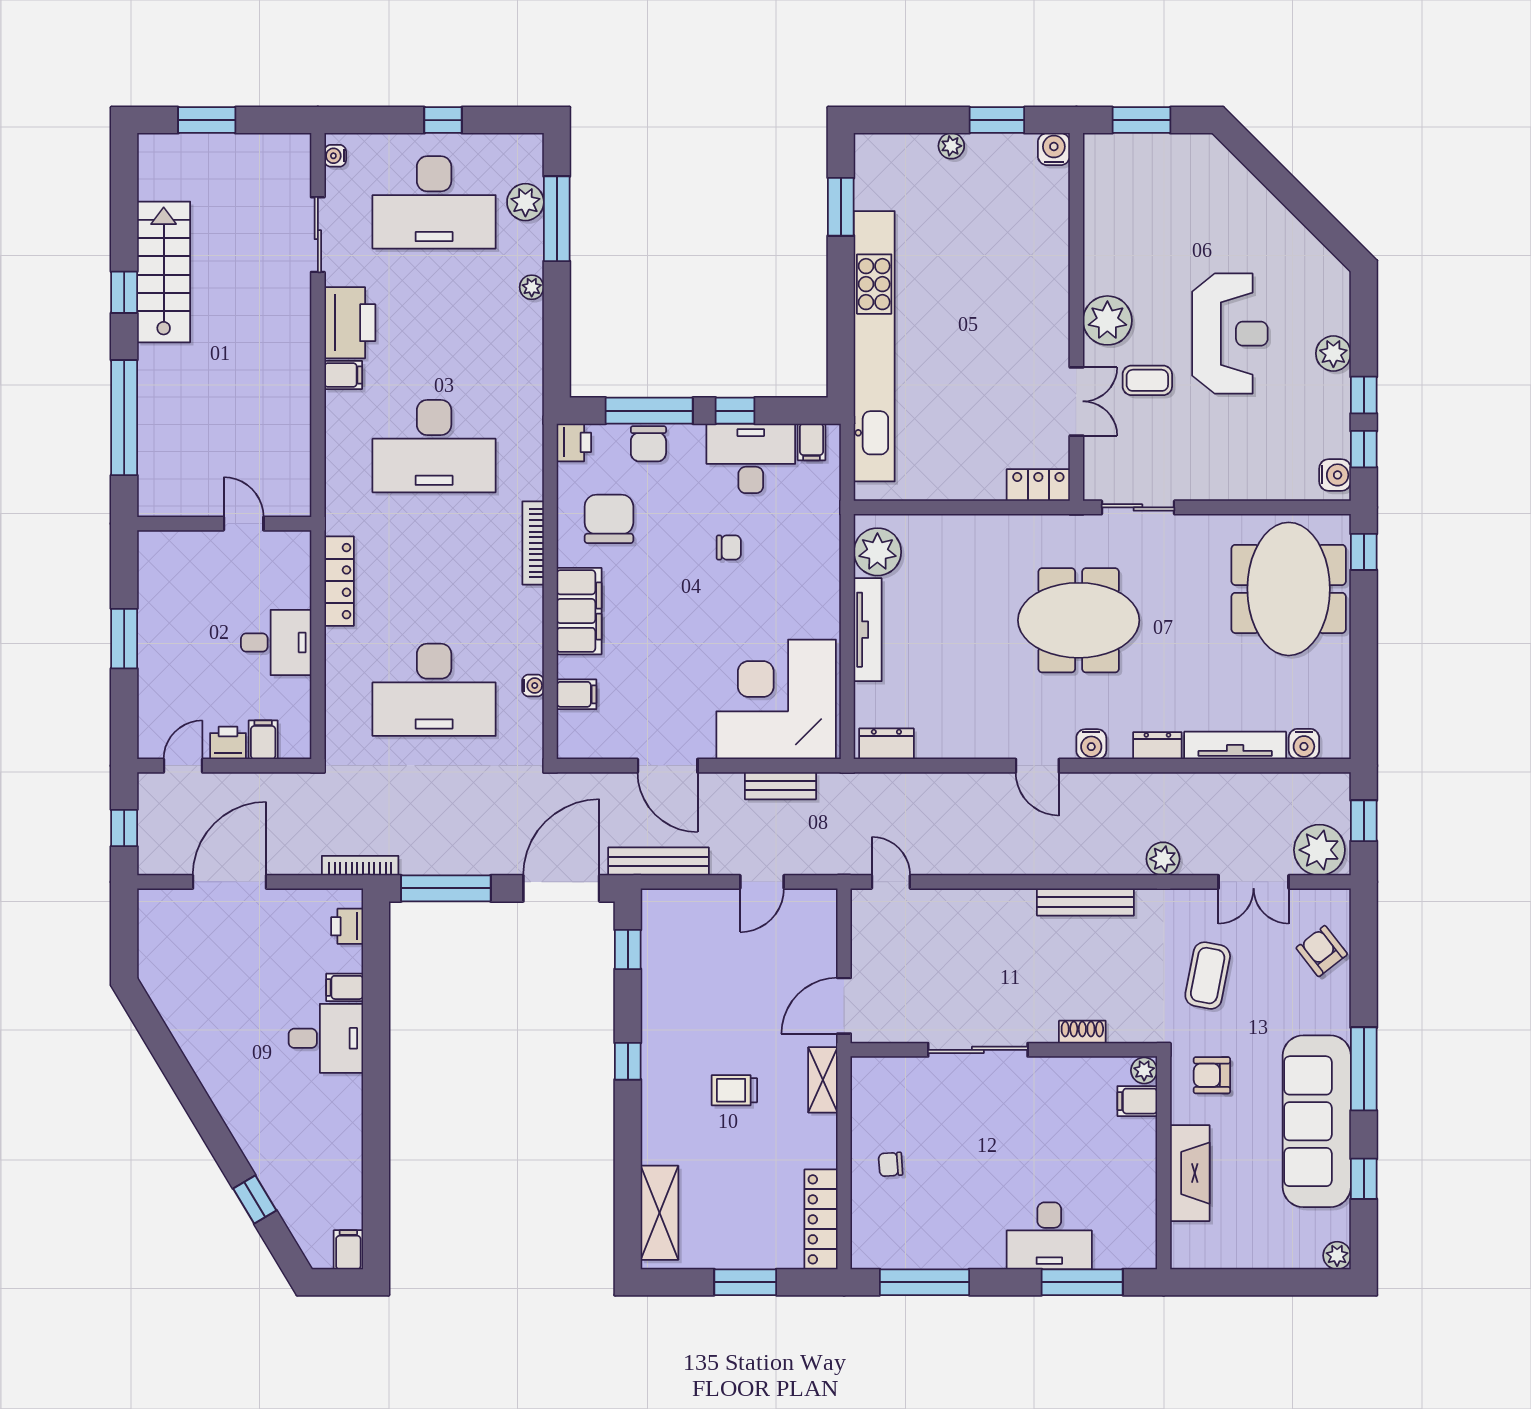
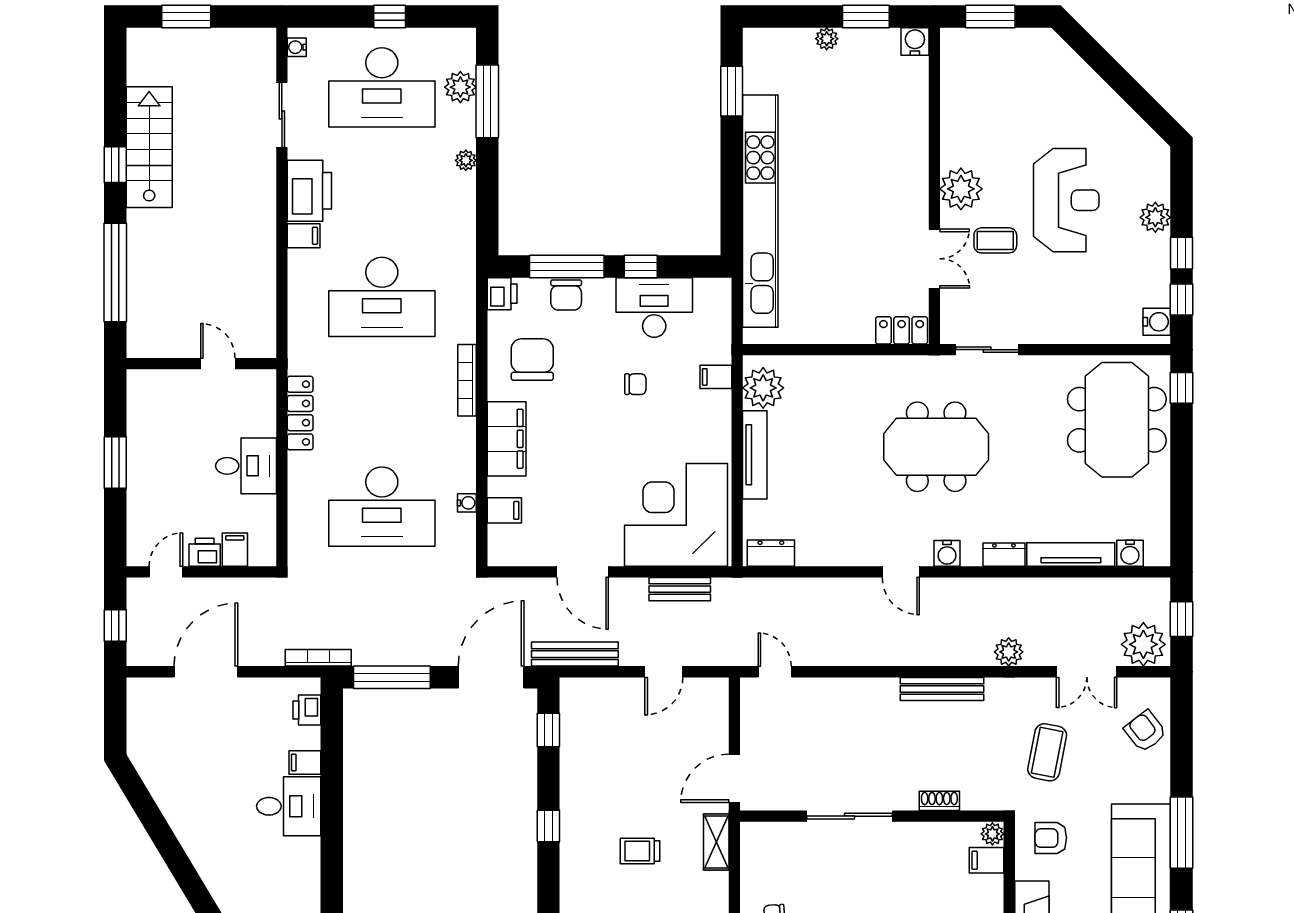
filing cabinet: (812, 442) -> (716, 377), moved, turned 90

